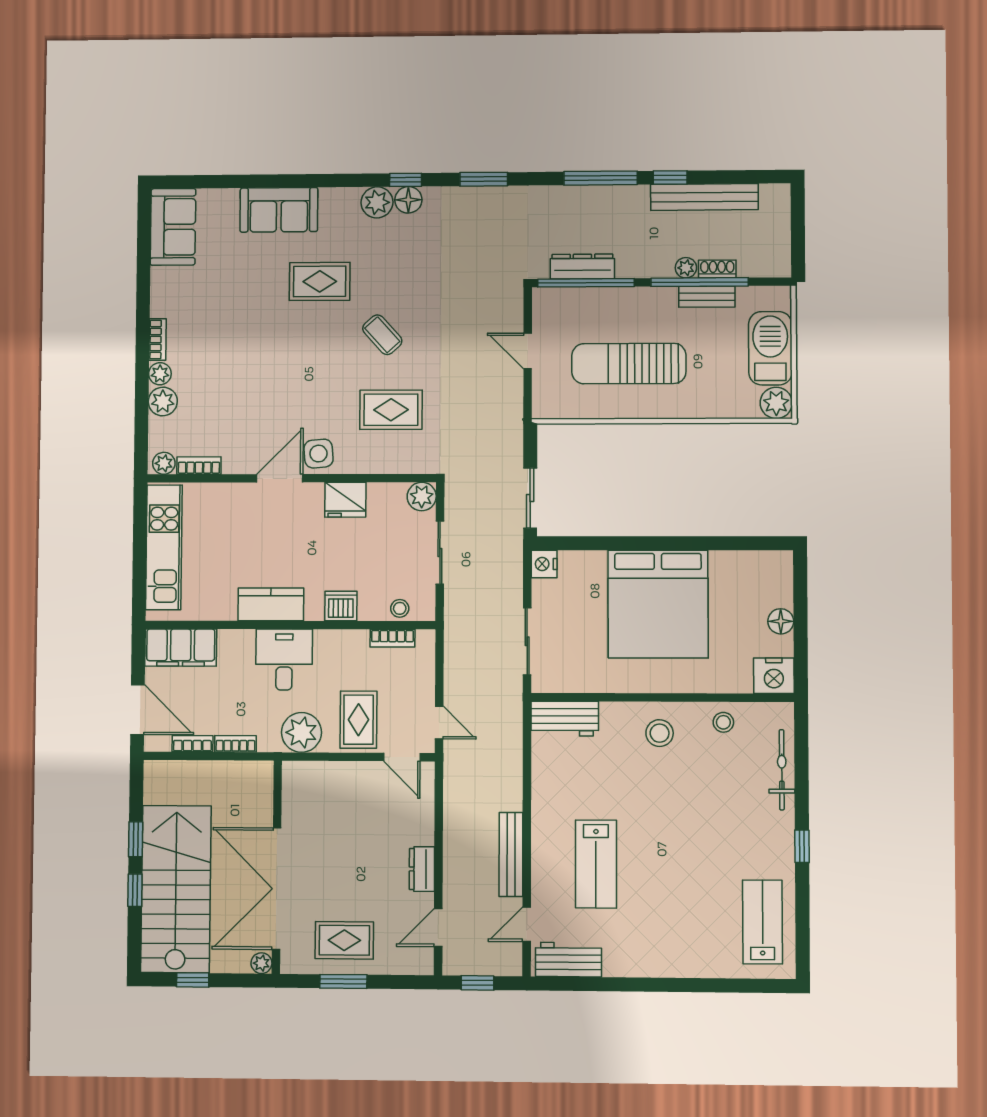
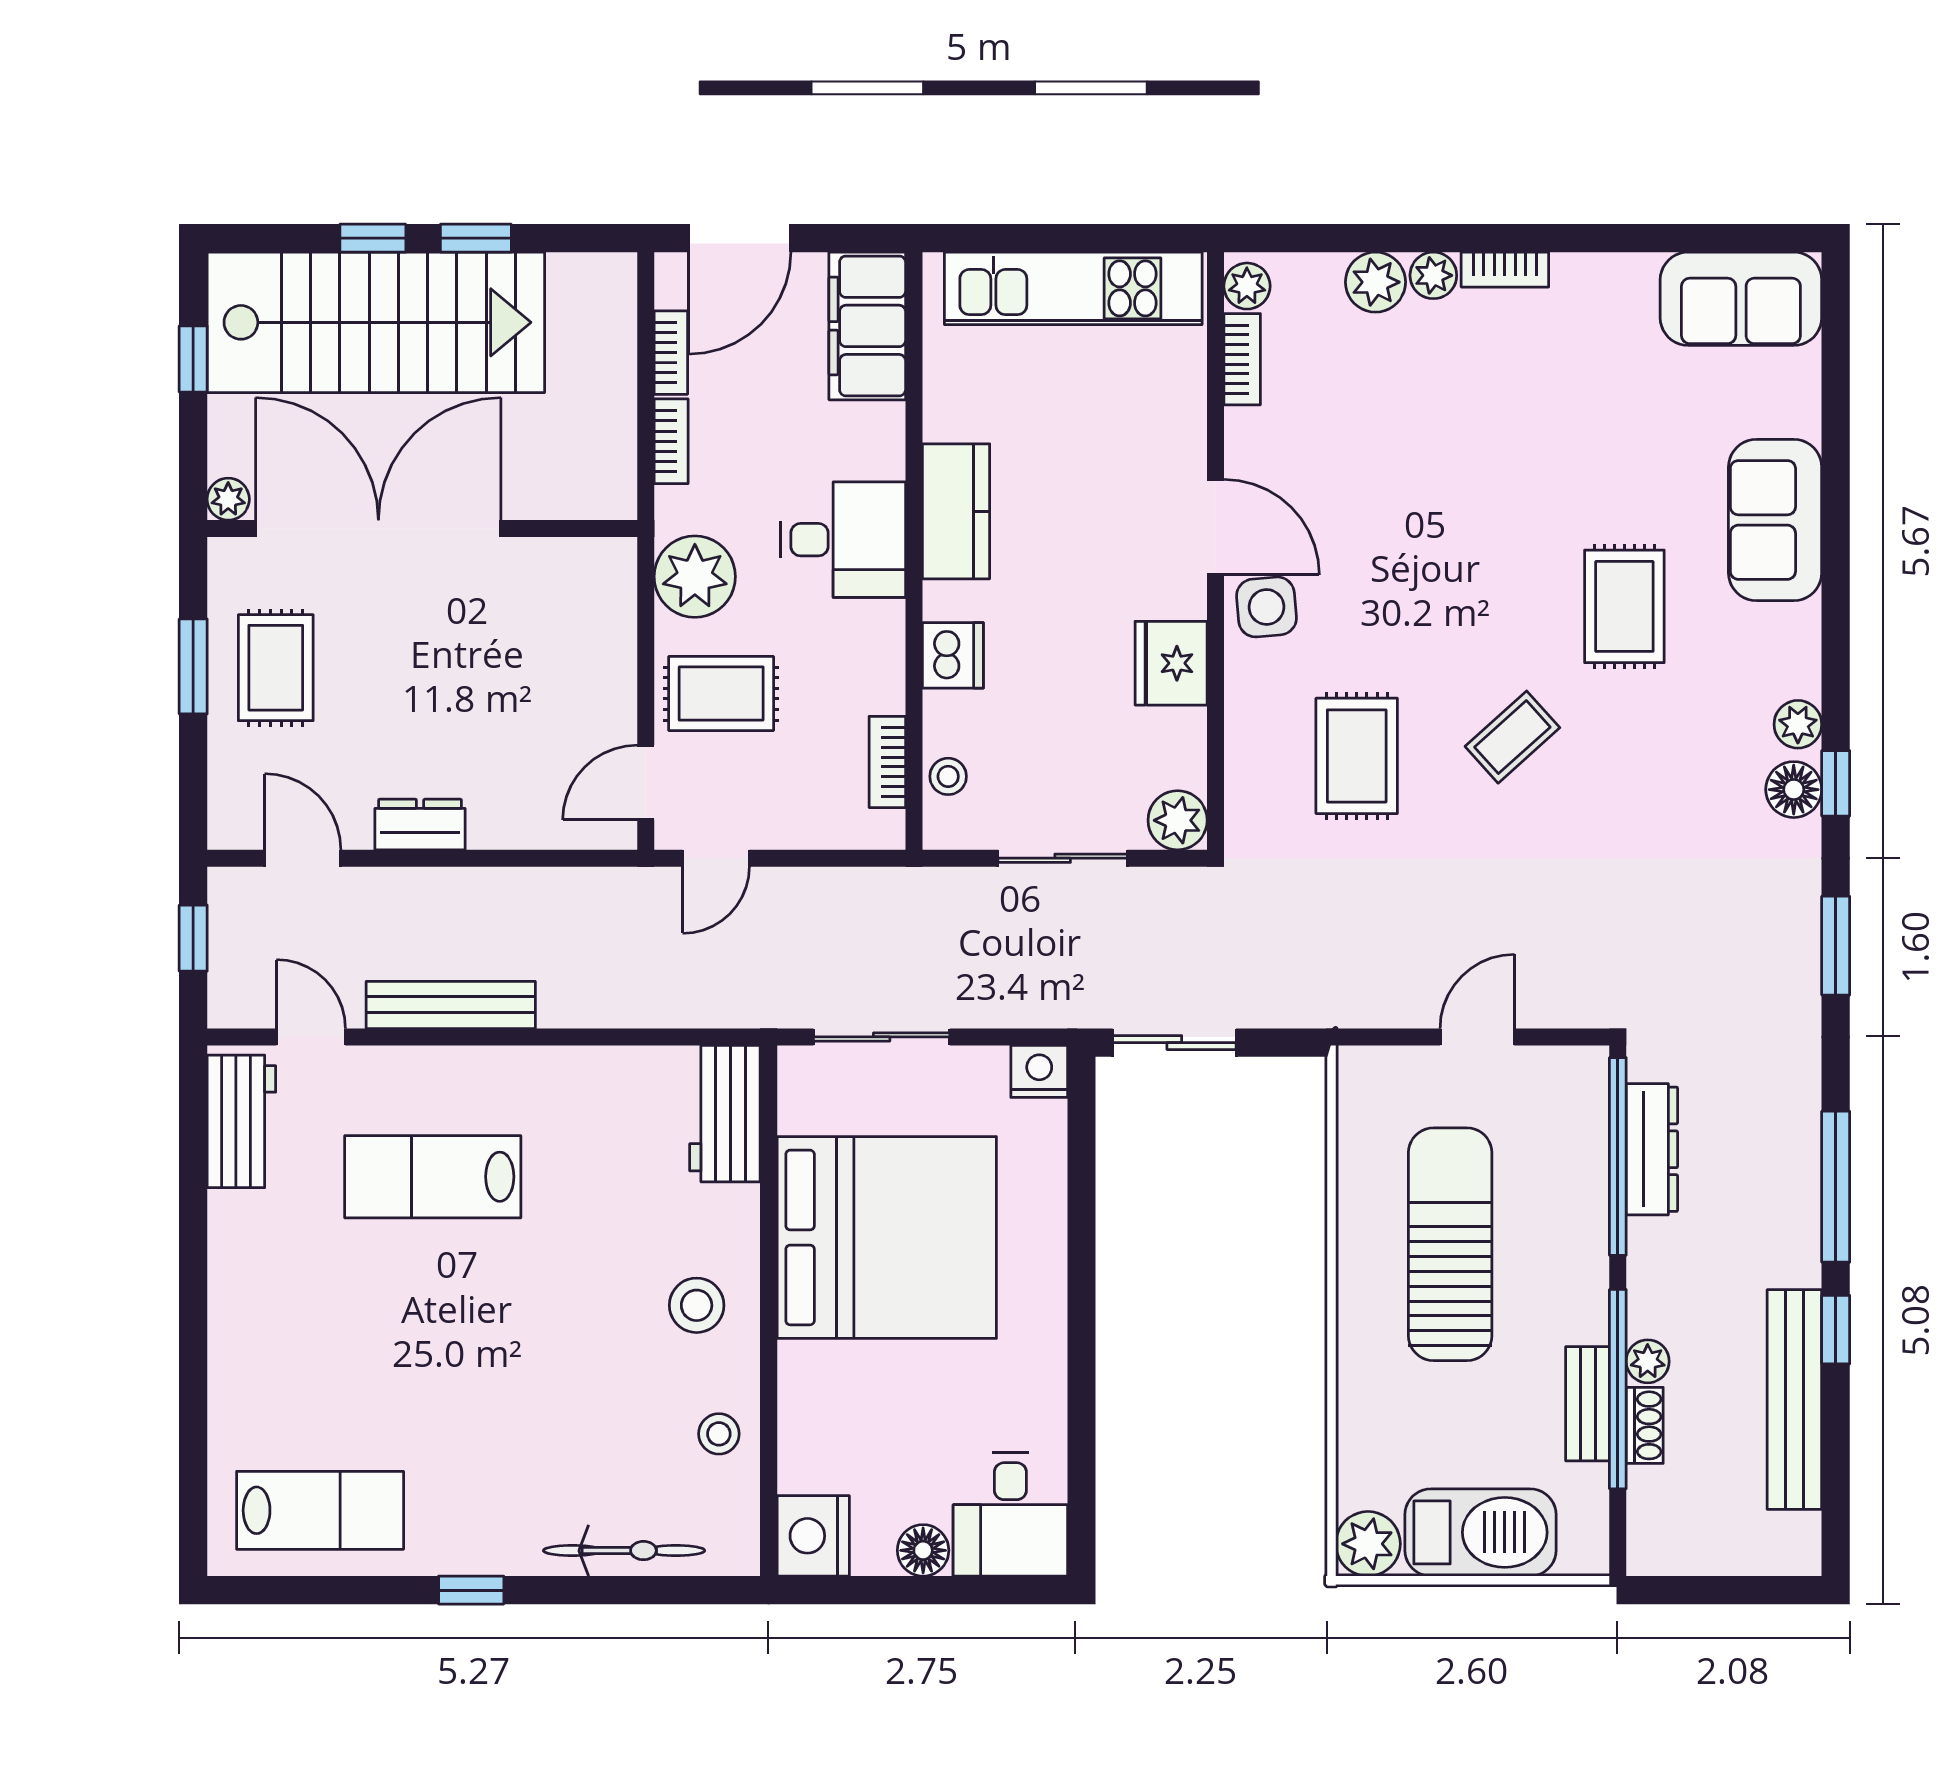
plant: (377, 202) -> (1798, 724), width x0.73, depth x0.73
desk: (763, 578) -> (1010, 1514), added
bed: (658, 604) -> (887, 1237), moved, turned 180

